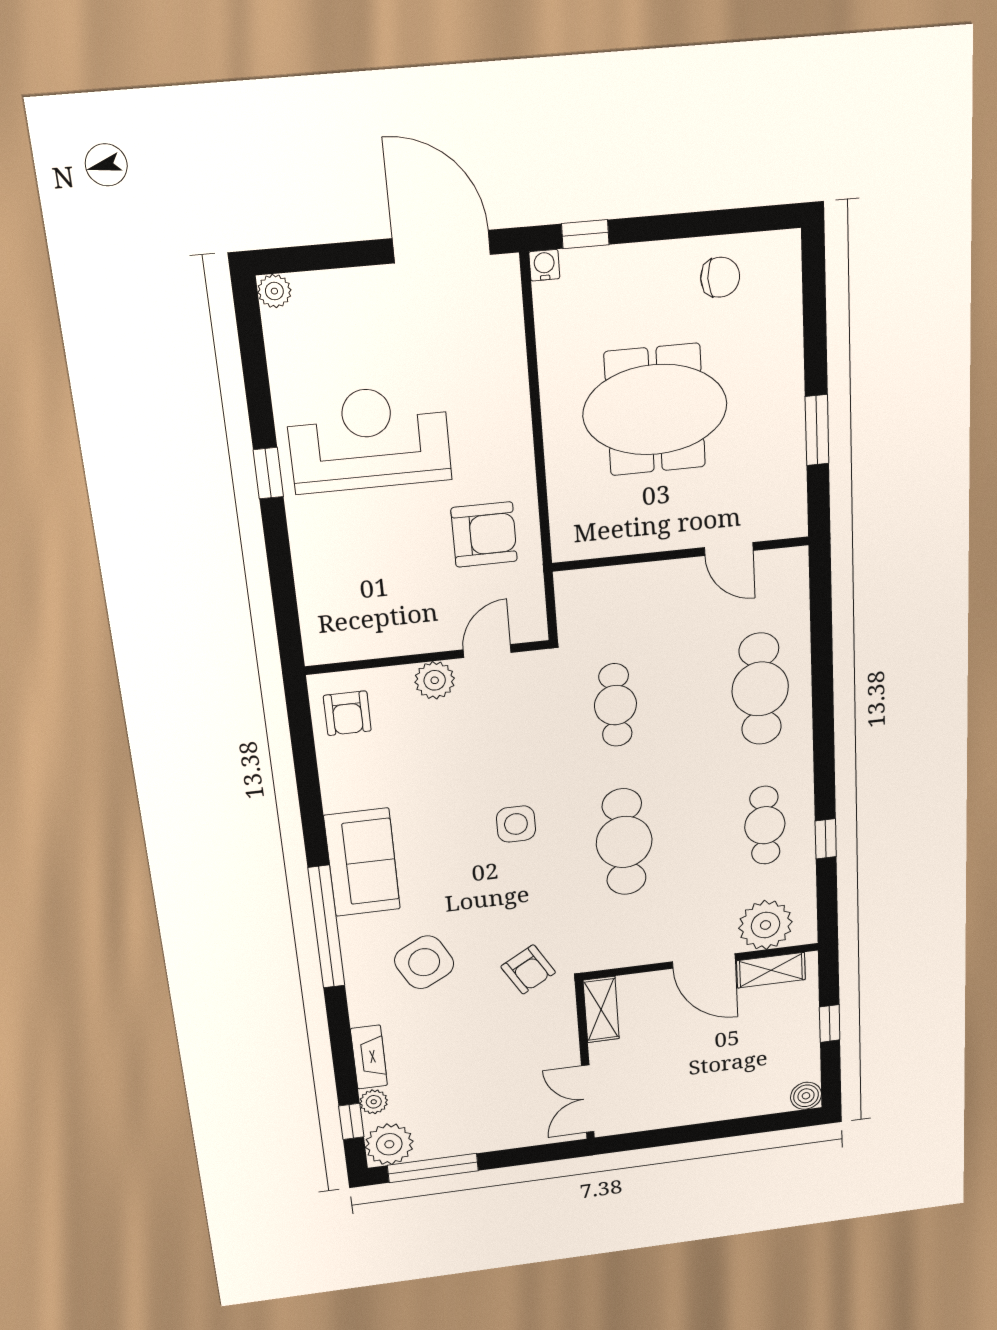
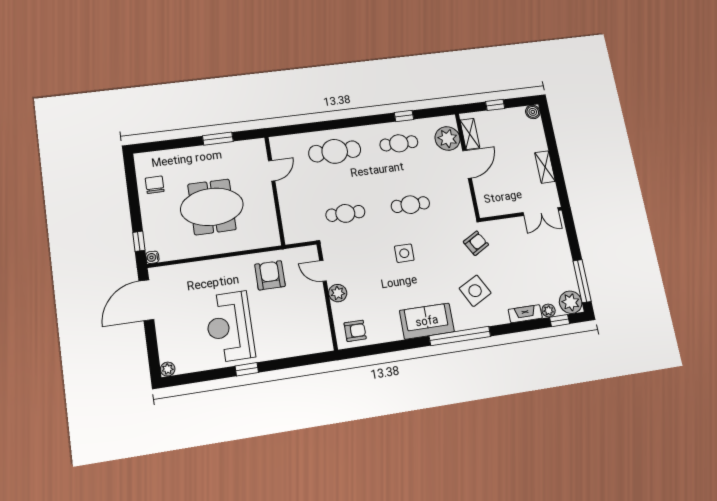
meeting table: (655, 410) -> (212, 207), turned 90
cafe table: (624, 842) -> (410, 205), width x0.73, depth x0.74
shelving: (601, 1010) -> (545, 167), moved, turned 90

